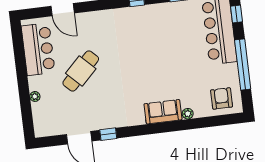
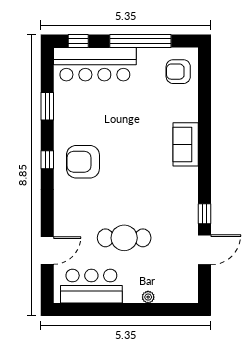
armchair: (139, 30) -> (83, 162), added
cafe table: (81, 71) -> (124, 238), turned -45
plant: (188, 114) -> (192, 115), removed

